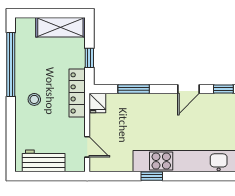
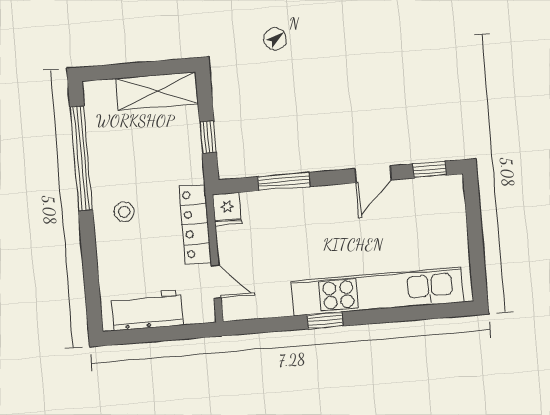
locker: (77, 93) -> (195, 224), moved

